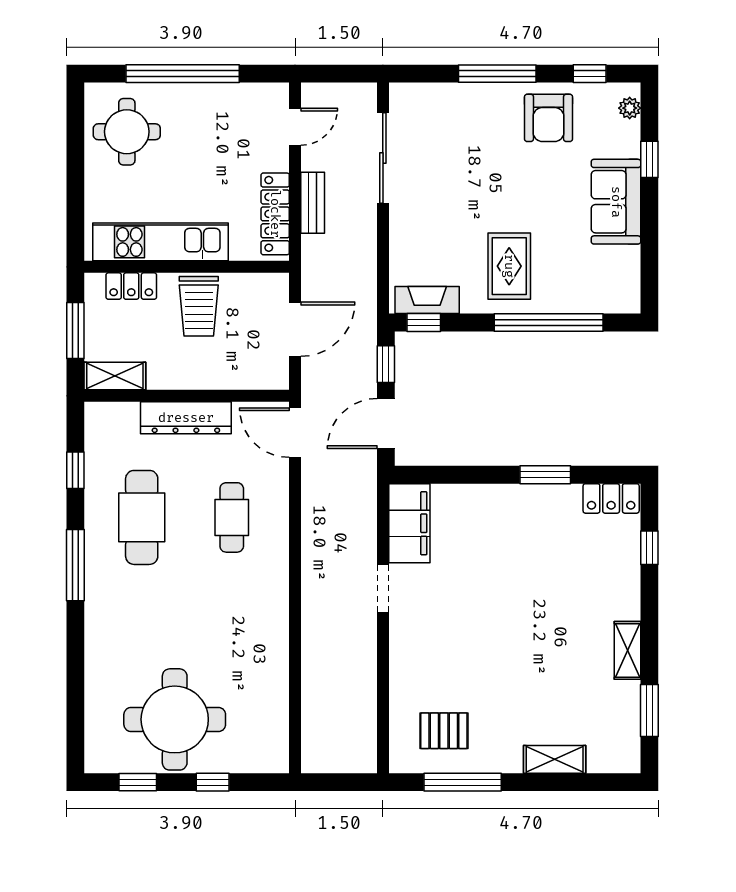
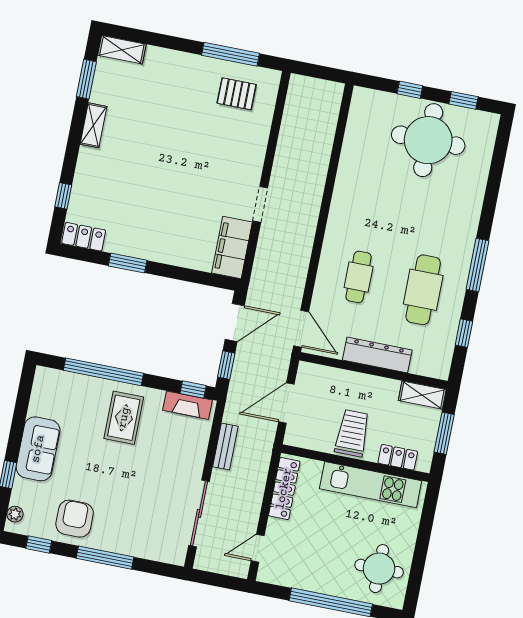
bench: (313, 203) -> (225, 446), moved
shelving: (555, 759) -> (122, 50), moved

